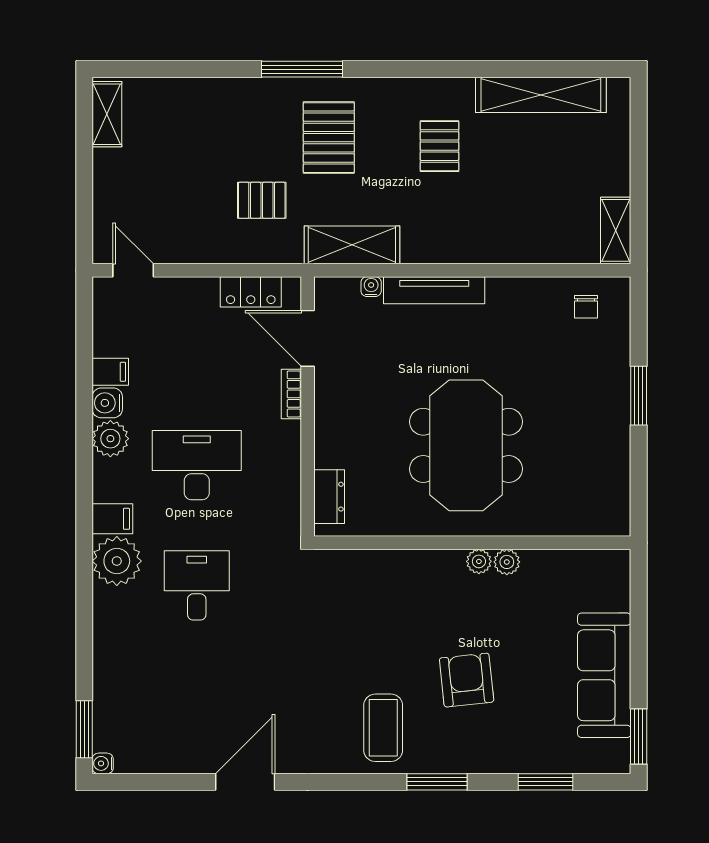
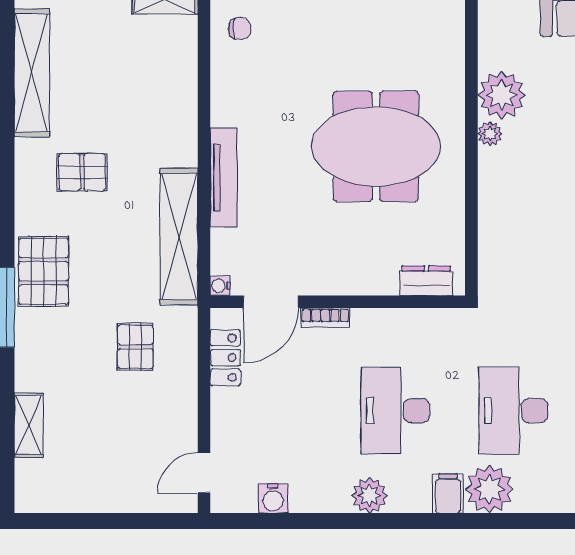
shelving: (107, 114) -> (29, 425), moved, turned 90
pallet: (329, 138) -> (44, 271), moved, turned 90
shelving: (352, 245) -> (179, 236), width x1.47
water cooler: (371, 287) -> (220, 286), moved
filing cabinet: (110, 372) -> (304, 495), removed
water cooler: (107, 403) -> (273, 498), moved
plant: (507, 562) -> (502, 95), width x1.88, depth x1.88
desk: (197, 585) -> (513, 411), width x1.37

